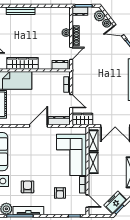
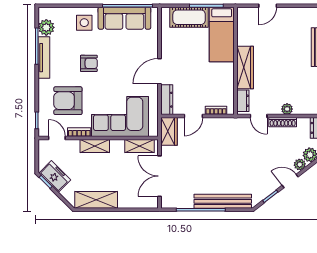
door: (119, 30) -> (290, 181), hinge flipped
wardrobe: (22, 63) -> (245, 68), moved
door: (38, 126) -> (160, 71), swing flipped
shelving: (93, 163) -> (95, 146), moved
armchair: (28, 187) -> (89, 63), moved
armchair: (60, 193) -> (68, 101), width x1.88, depth x1.88
door: (87, 201) -> (57, 138), swing flipped

